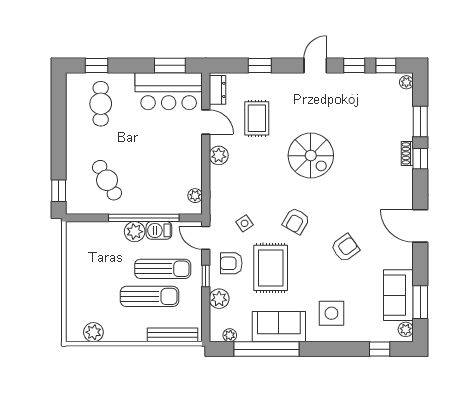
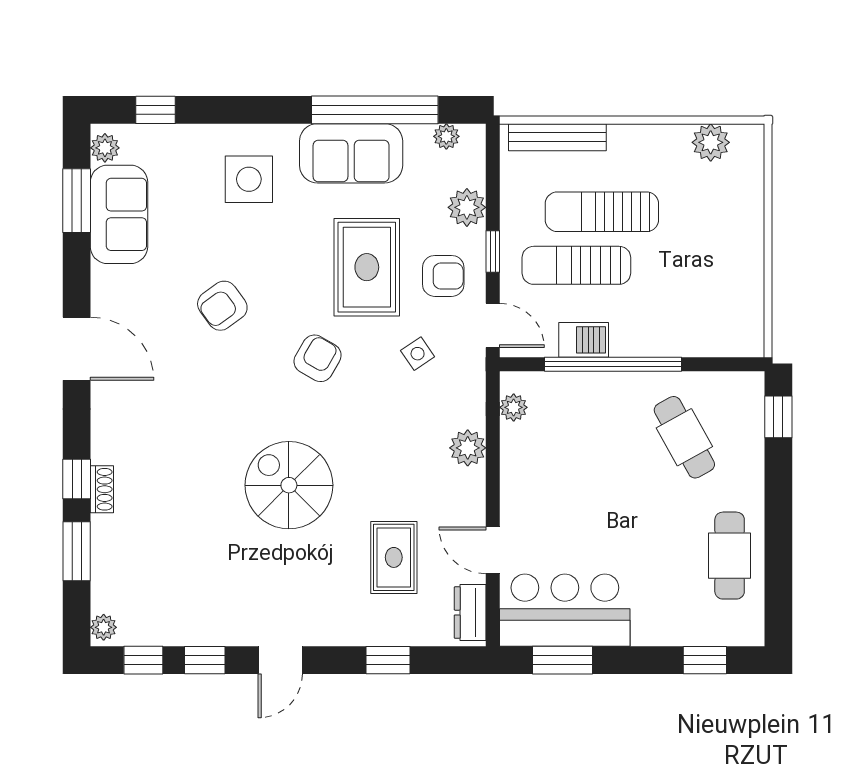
cafe table: (101, 104) -> (730, 556), moved
plant: (219, 155) -> (468, 448), moved
plant: (135, 232) -> (631, 338), removed

